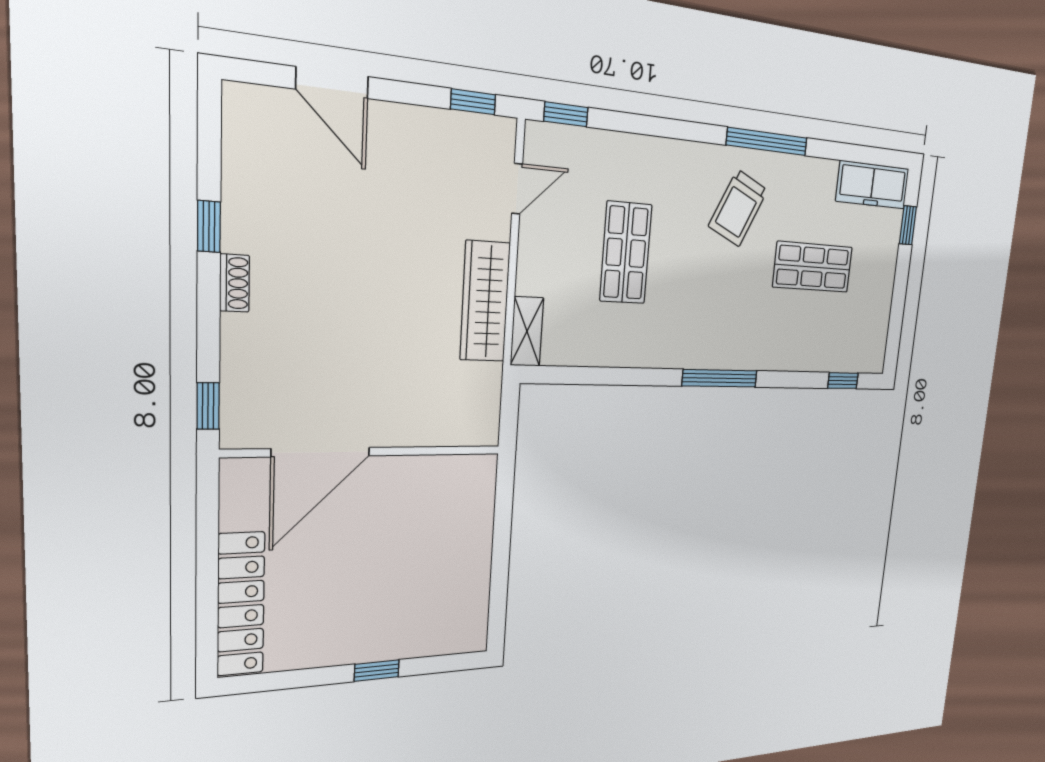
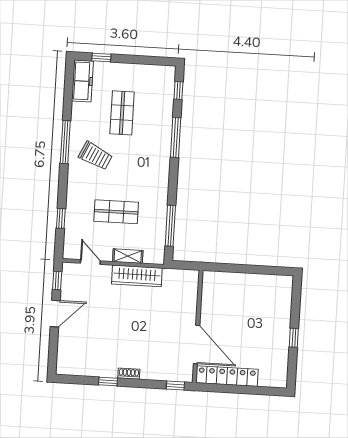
door: (332, 83) -> (55, 314), moved
window: (566, 114) -> (61, 218), moved
shelving: (527, 331) -> (128, 256), moved
window: (594, 376) -> (170, 226), added
window: (720, 378) -> (176, 138), moved
locker: (241, 604) -> (227, 376), moved
window: (377, 670) -> (294, 338), moved

